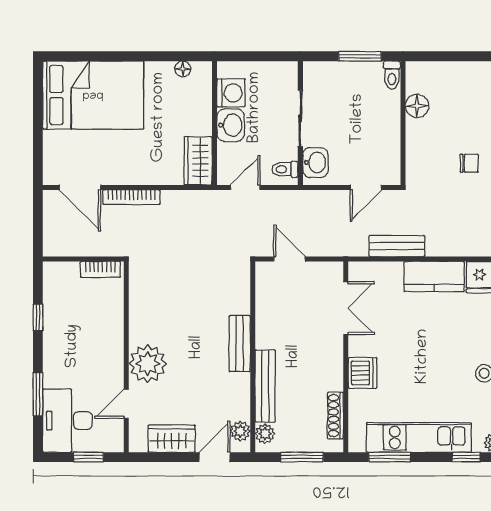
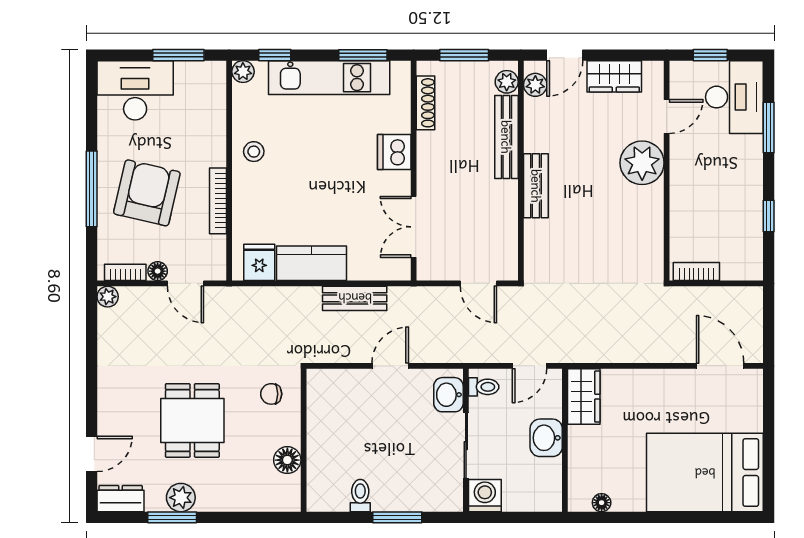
washing machine: (231, 93) -> (485, 496), moved, turned 90
floor lamp: (417, 106) -> (287, 460), moved
wall: (403, 123) -> (304, 440), moved
bookcase: (131, 197) -> (661, 355), removed

